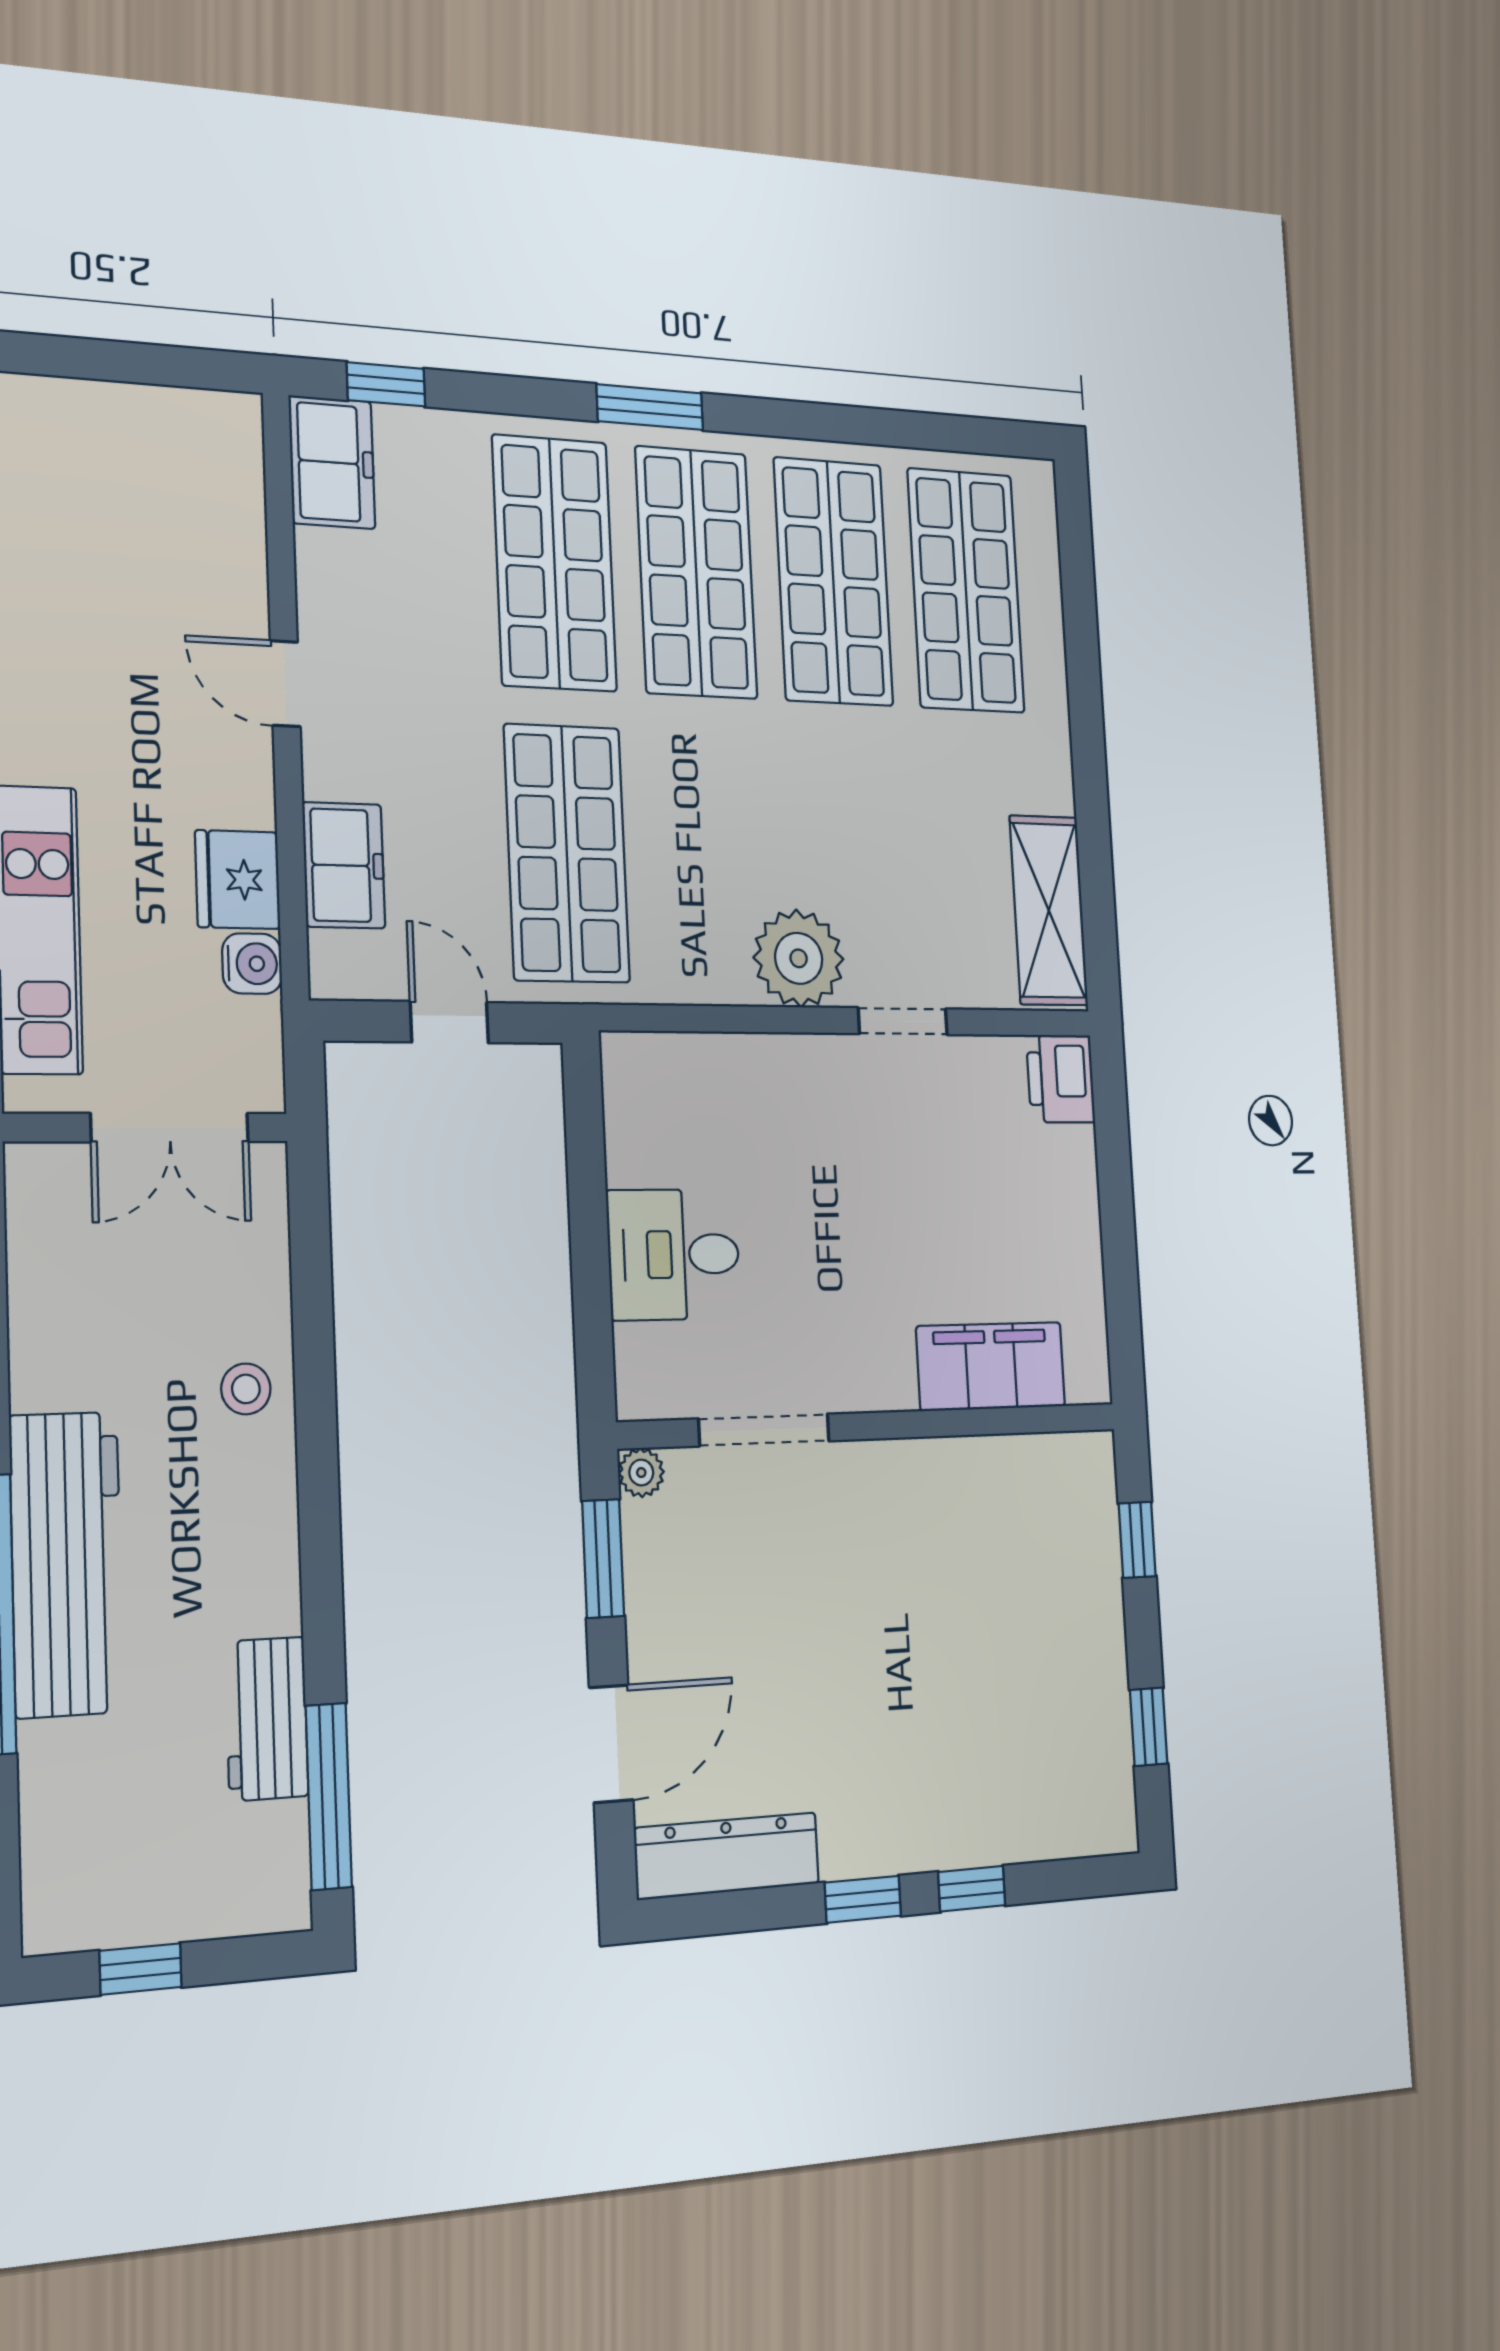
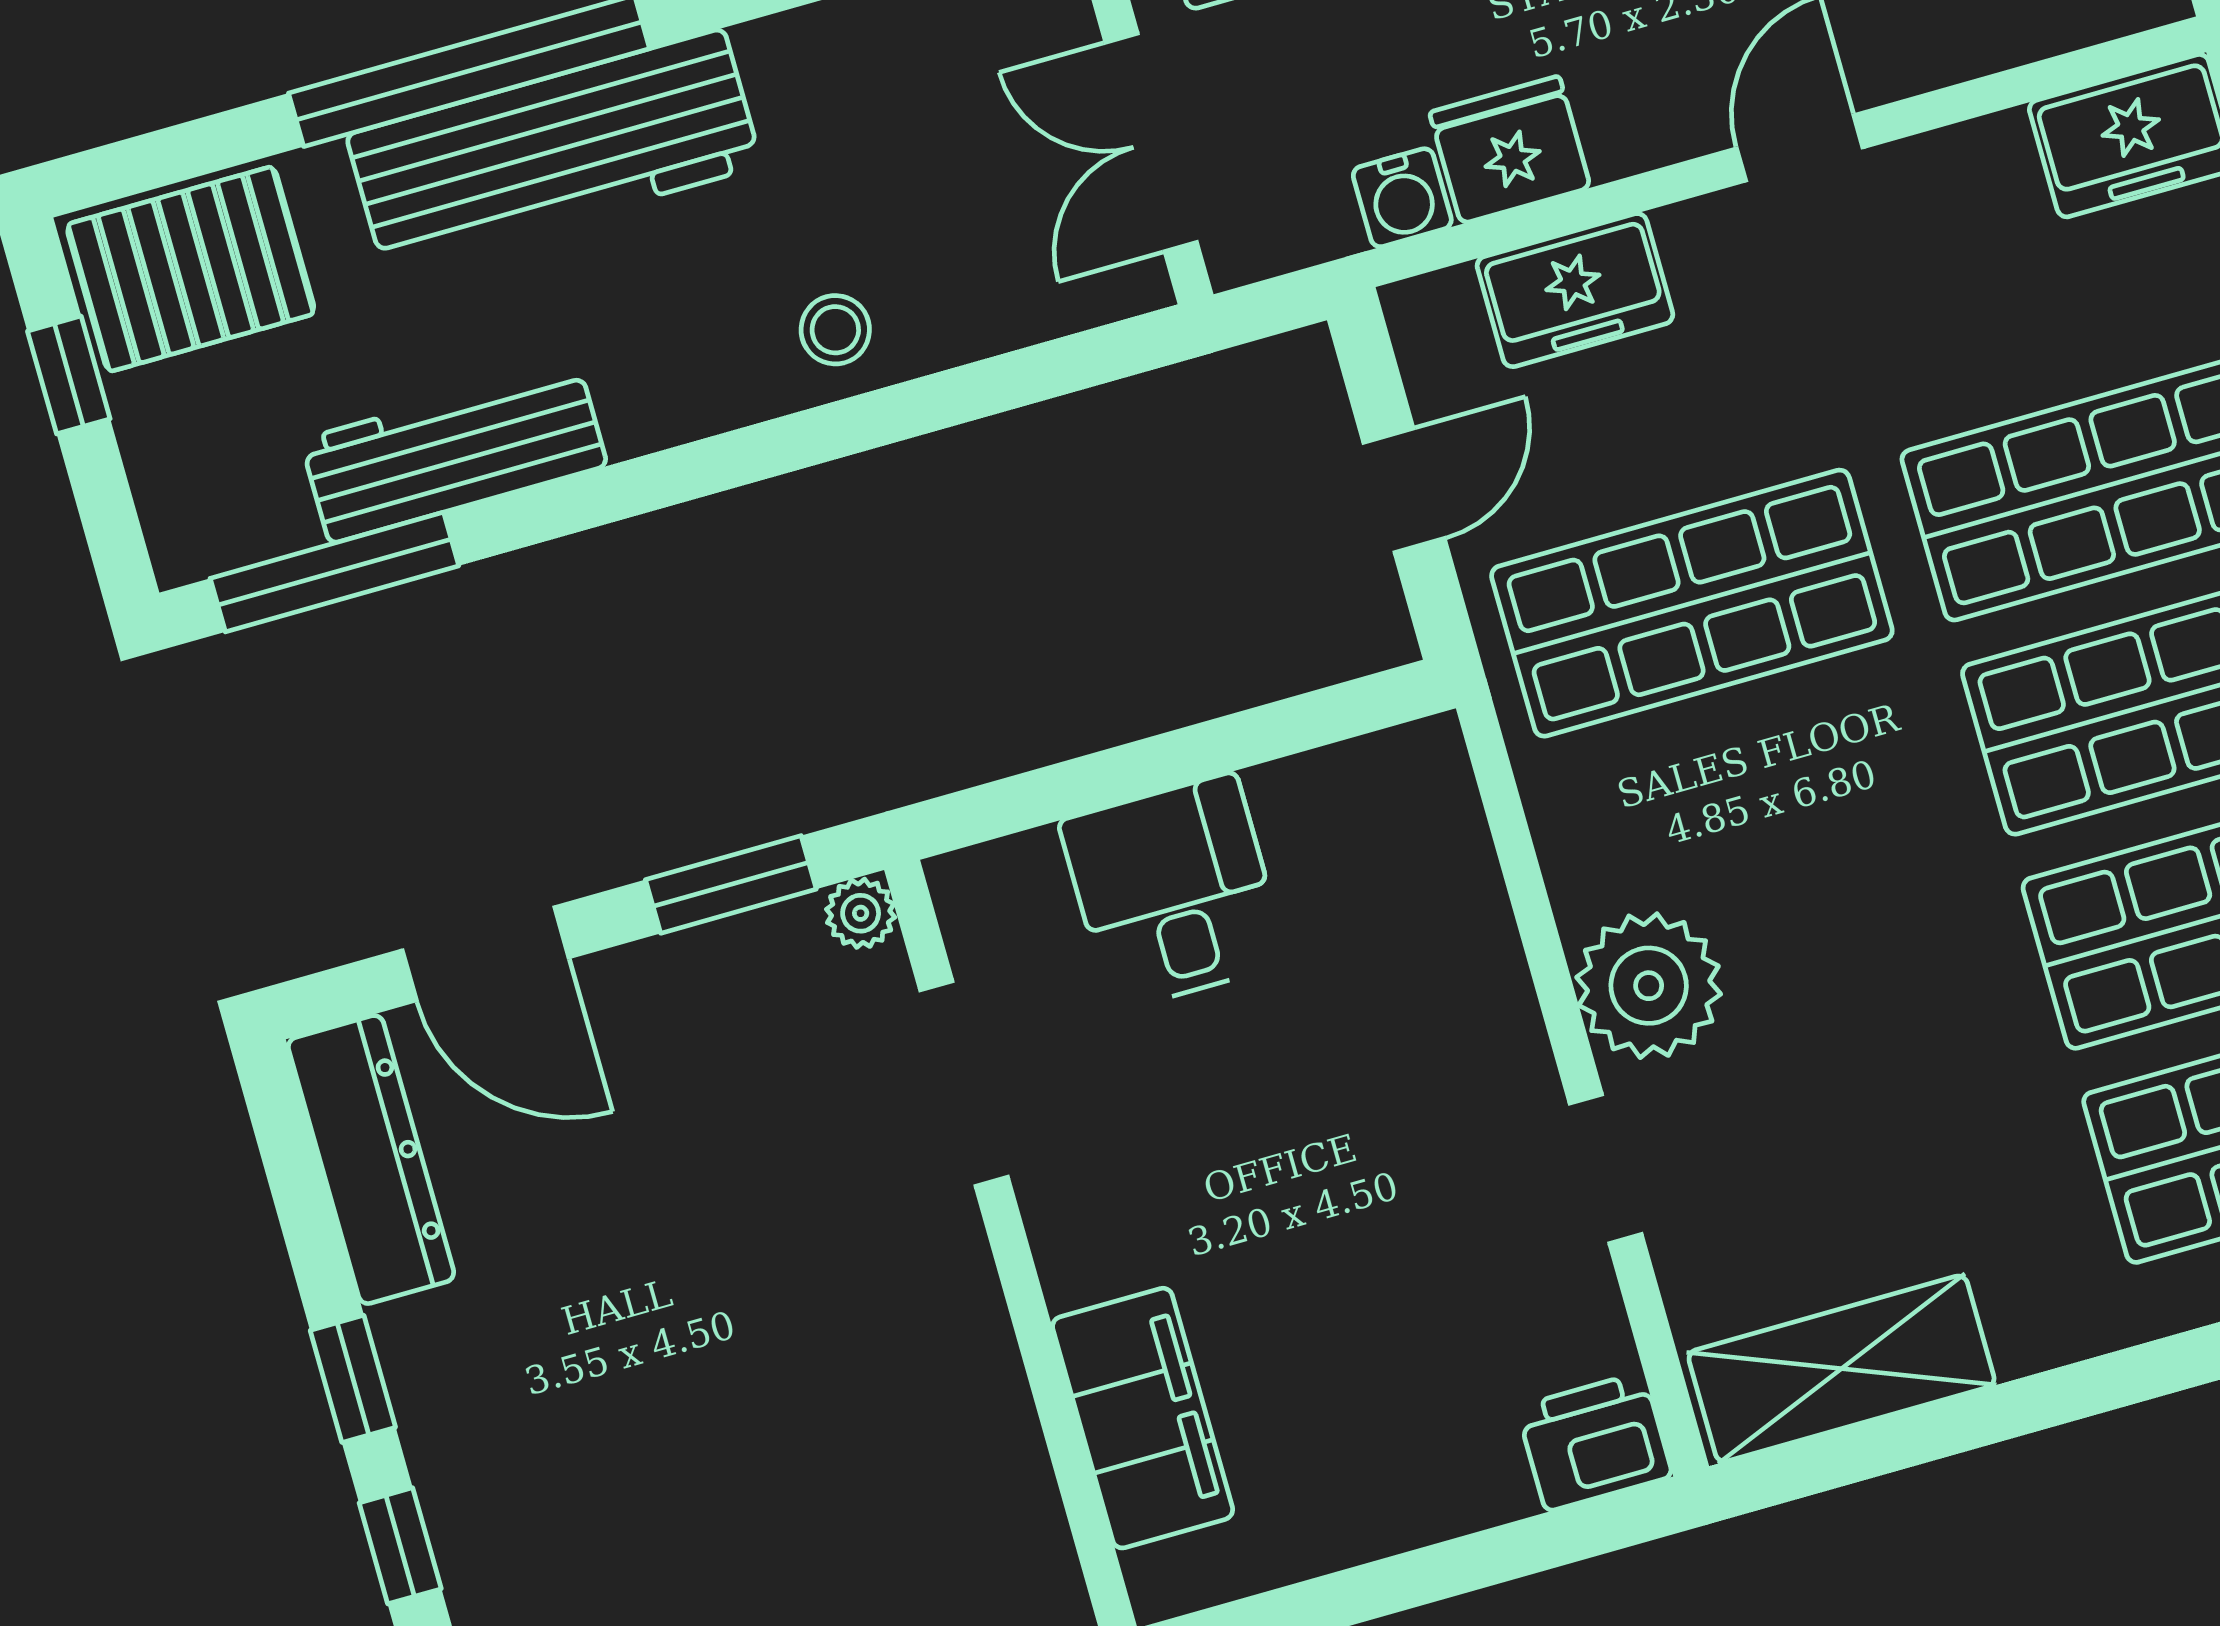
workbench: (267, 1719) -> (454, 453), width x1.37
pallet: (86, 1859) -> (191, 269), added

